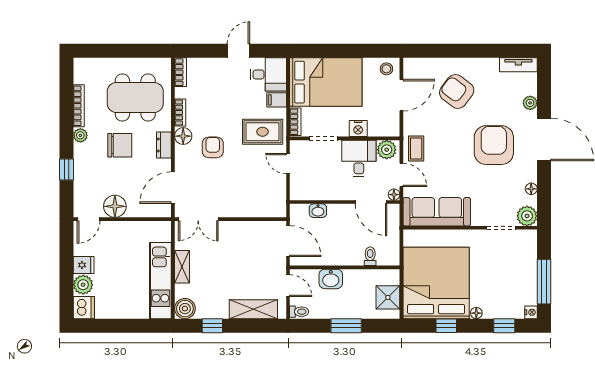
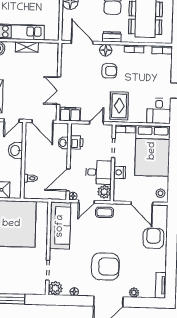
armchair: (457, 91) -> (153, 238), moved, turned -37
filing cabinet: (277, 100) -> (70, 114), moved, width x2.00
floor lamp: (183, 136) -> (106, 50), moved
printer: (317, 191) -> (77, 143), added
double door: (198, 219) -> (59, 91), moved
door: (288, 241) -> (43, 121), hinge flipped

